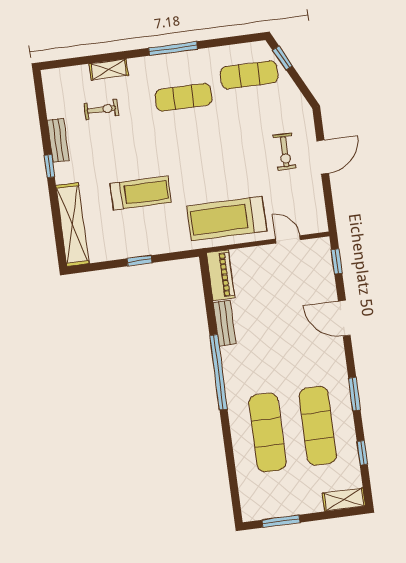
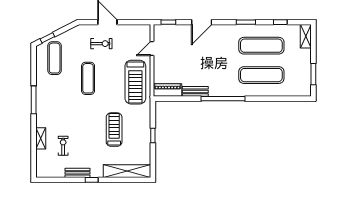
exercise mat: (184, 97) -> (88, 78), moved

